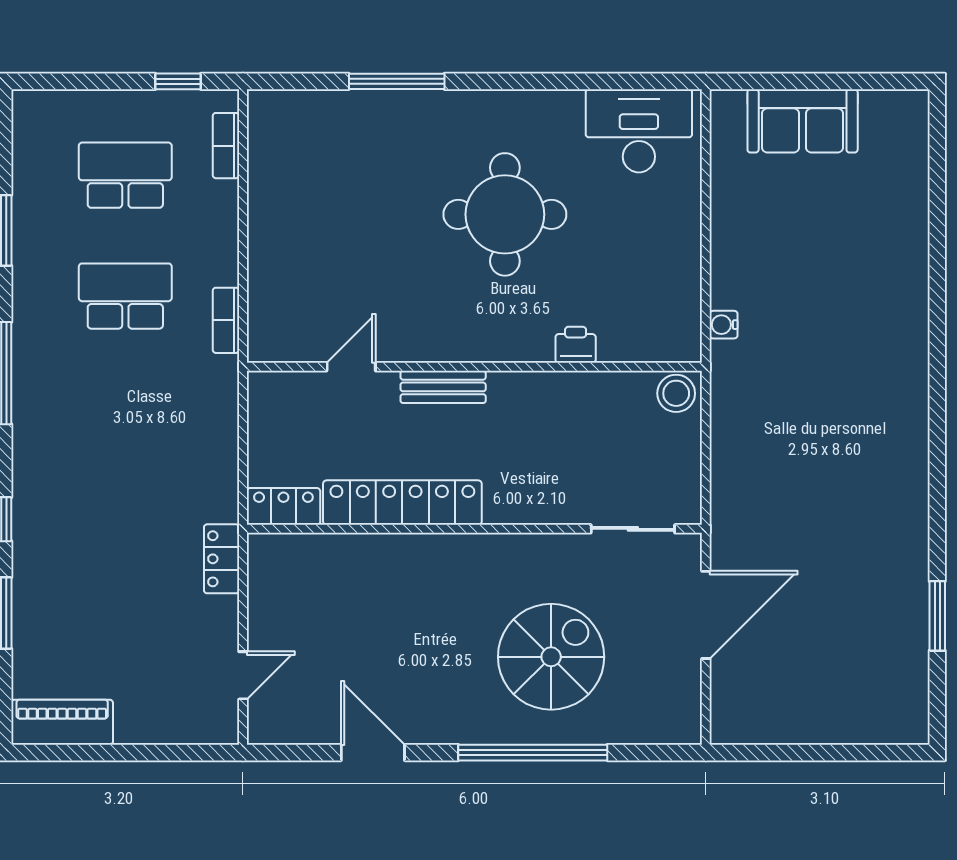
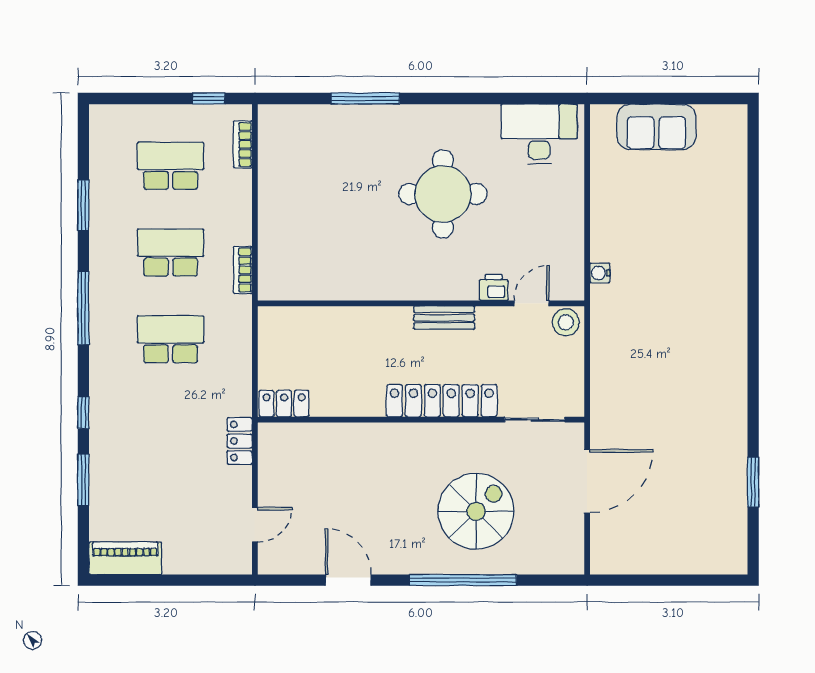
door: (351, 367) -> (532, 303), moved
bench: (443, 387) -> (444, 318), moved
school desk: (125, 417) -> (171, 339), added
locker: (402, 503) -> (442, 401), moved

